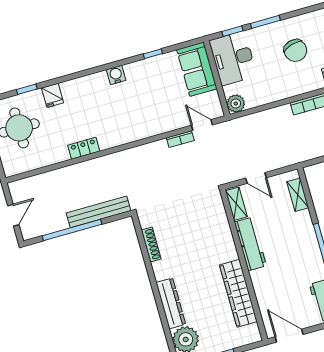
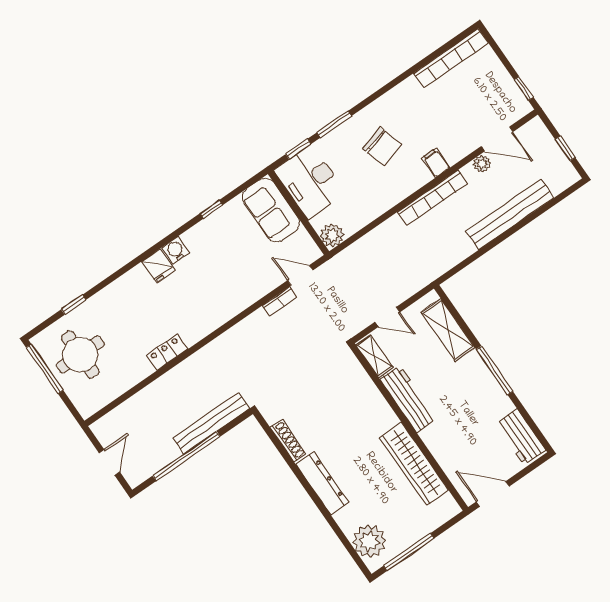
fridge: (53, 95) -> (158, 266), moved
shelving: (298, 195) -> (448, 330), width x1.50, depth x1.33
dresser: (171, 303) -> (322, 483), moved

